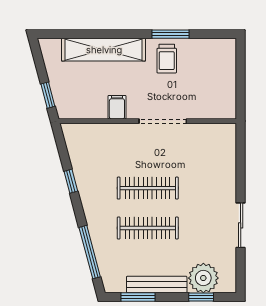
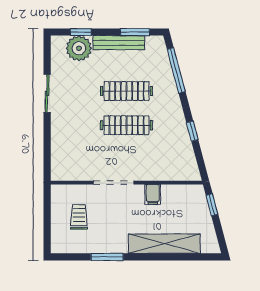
trolley: (167, 59) -> (79, 217), moved

